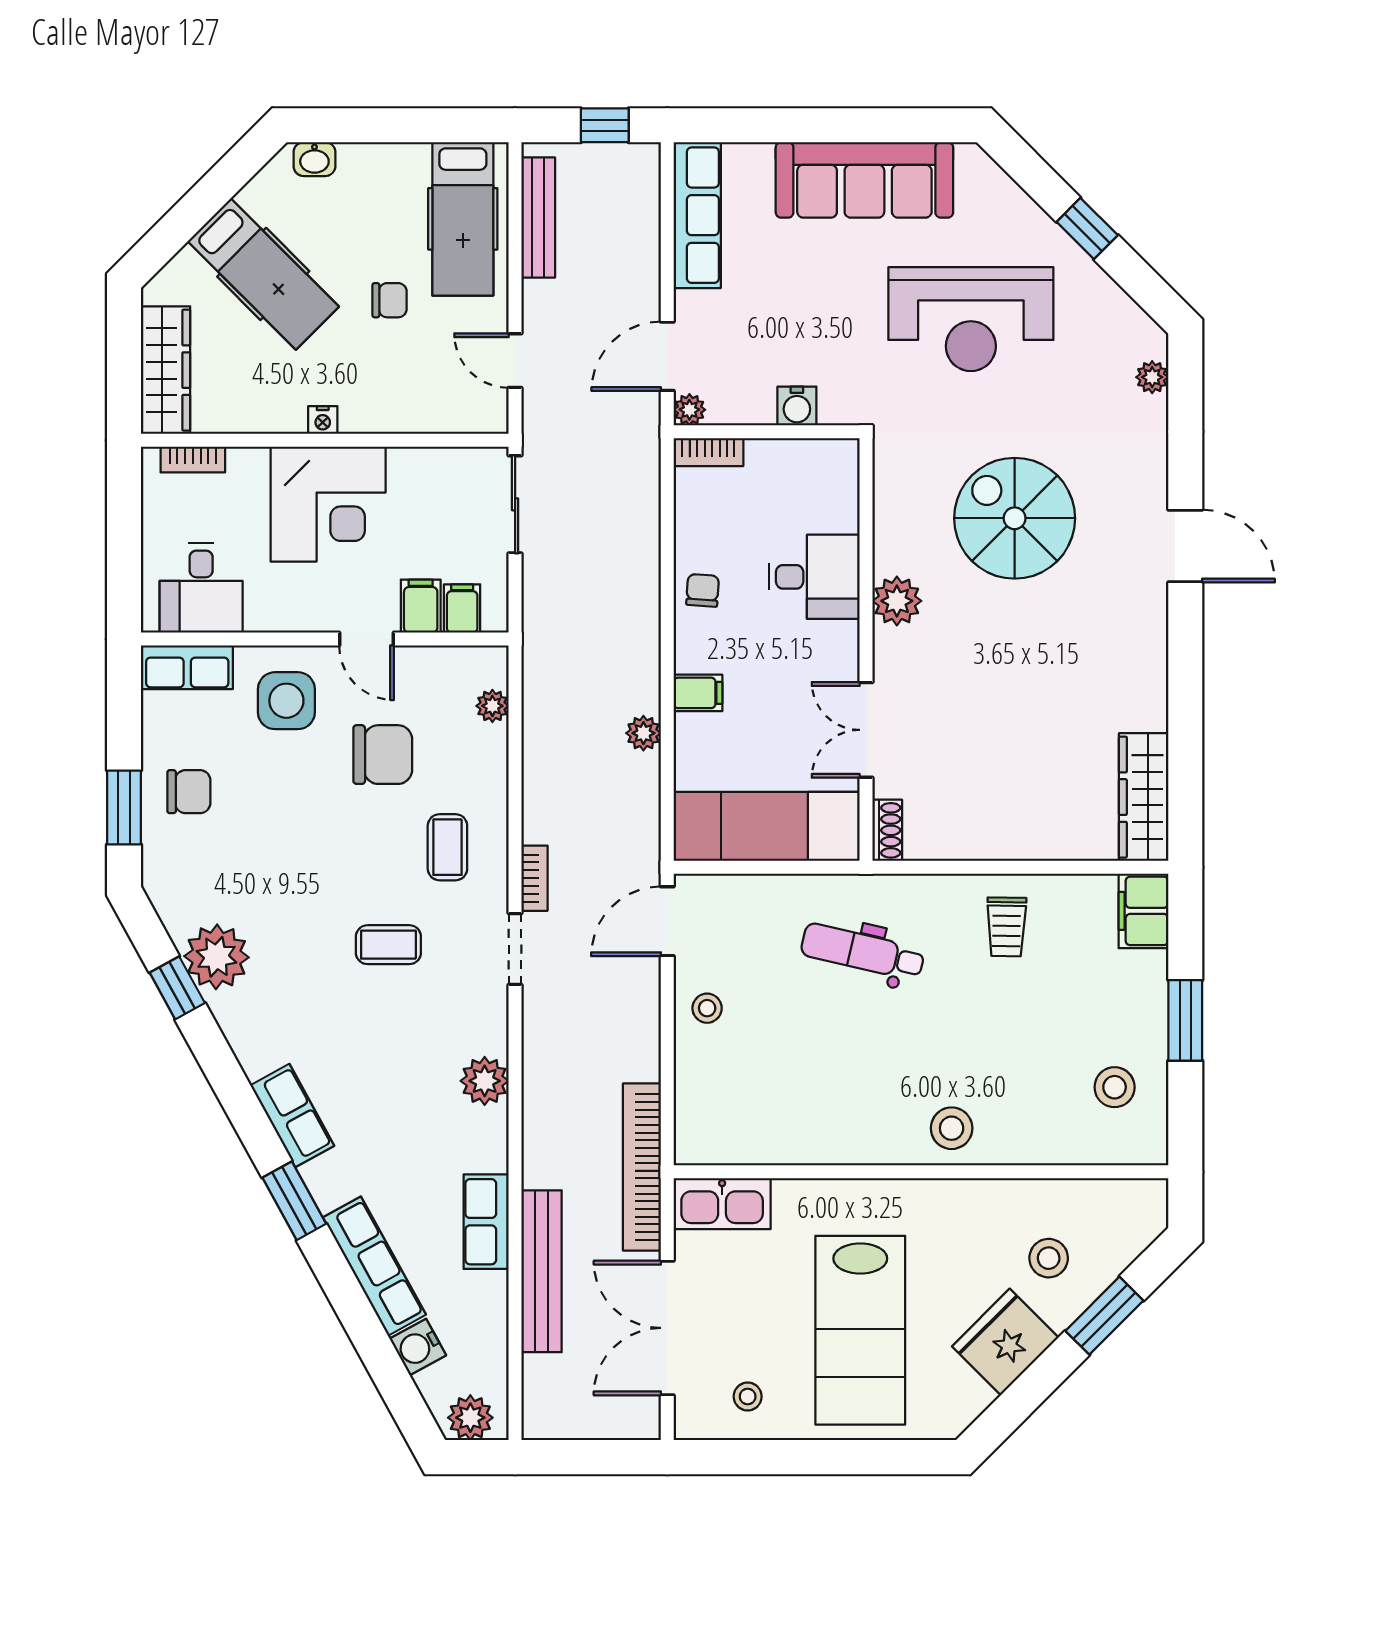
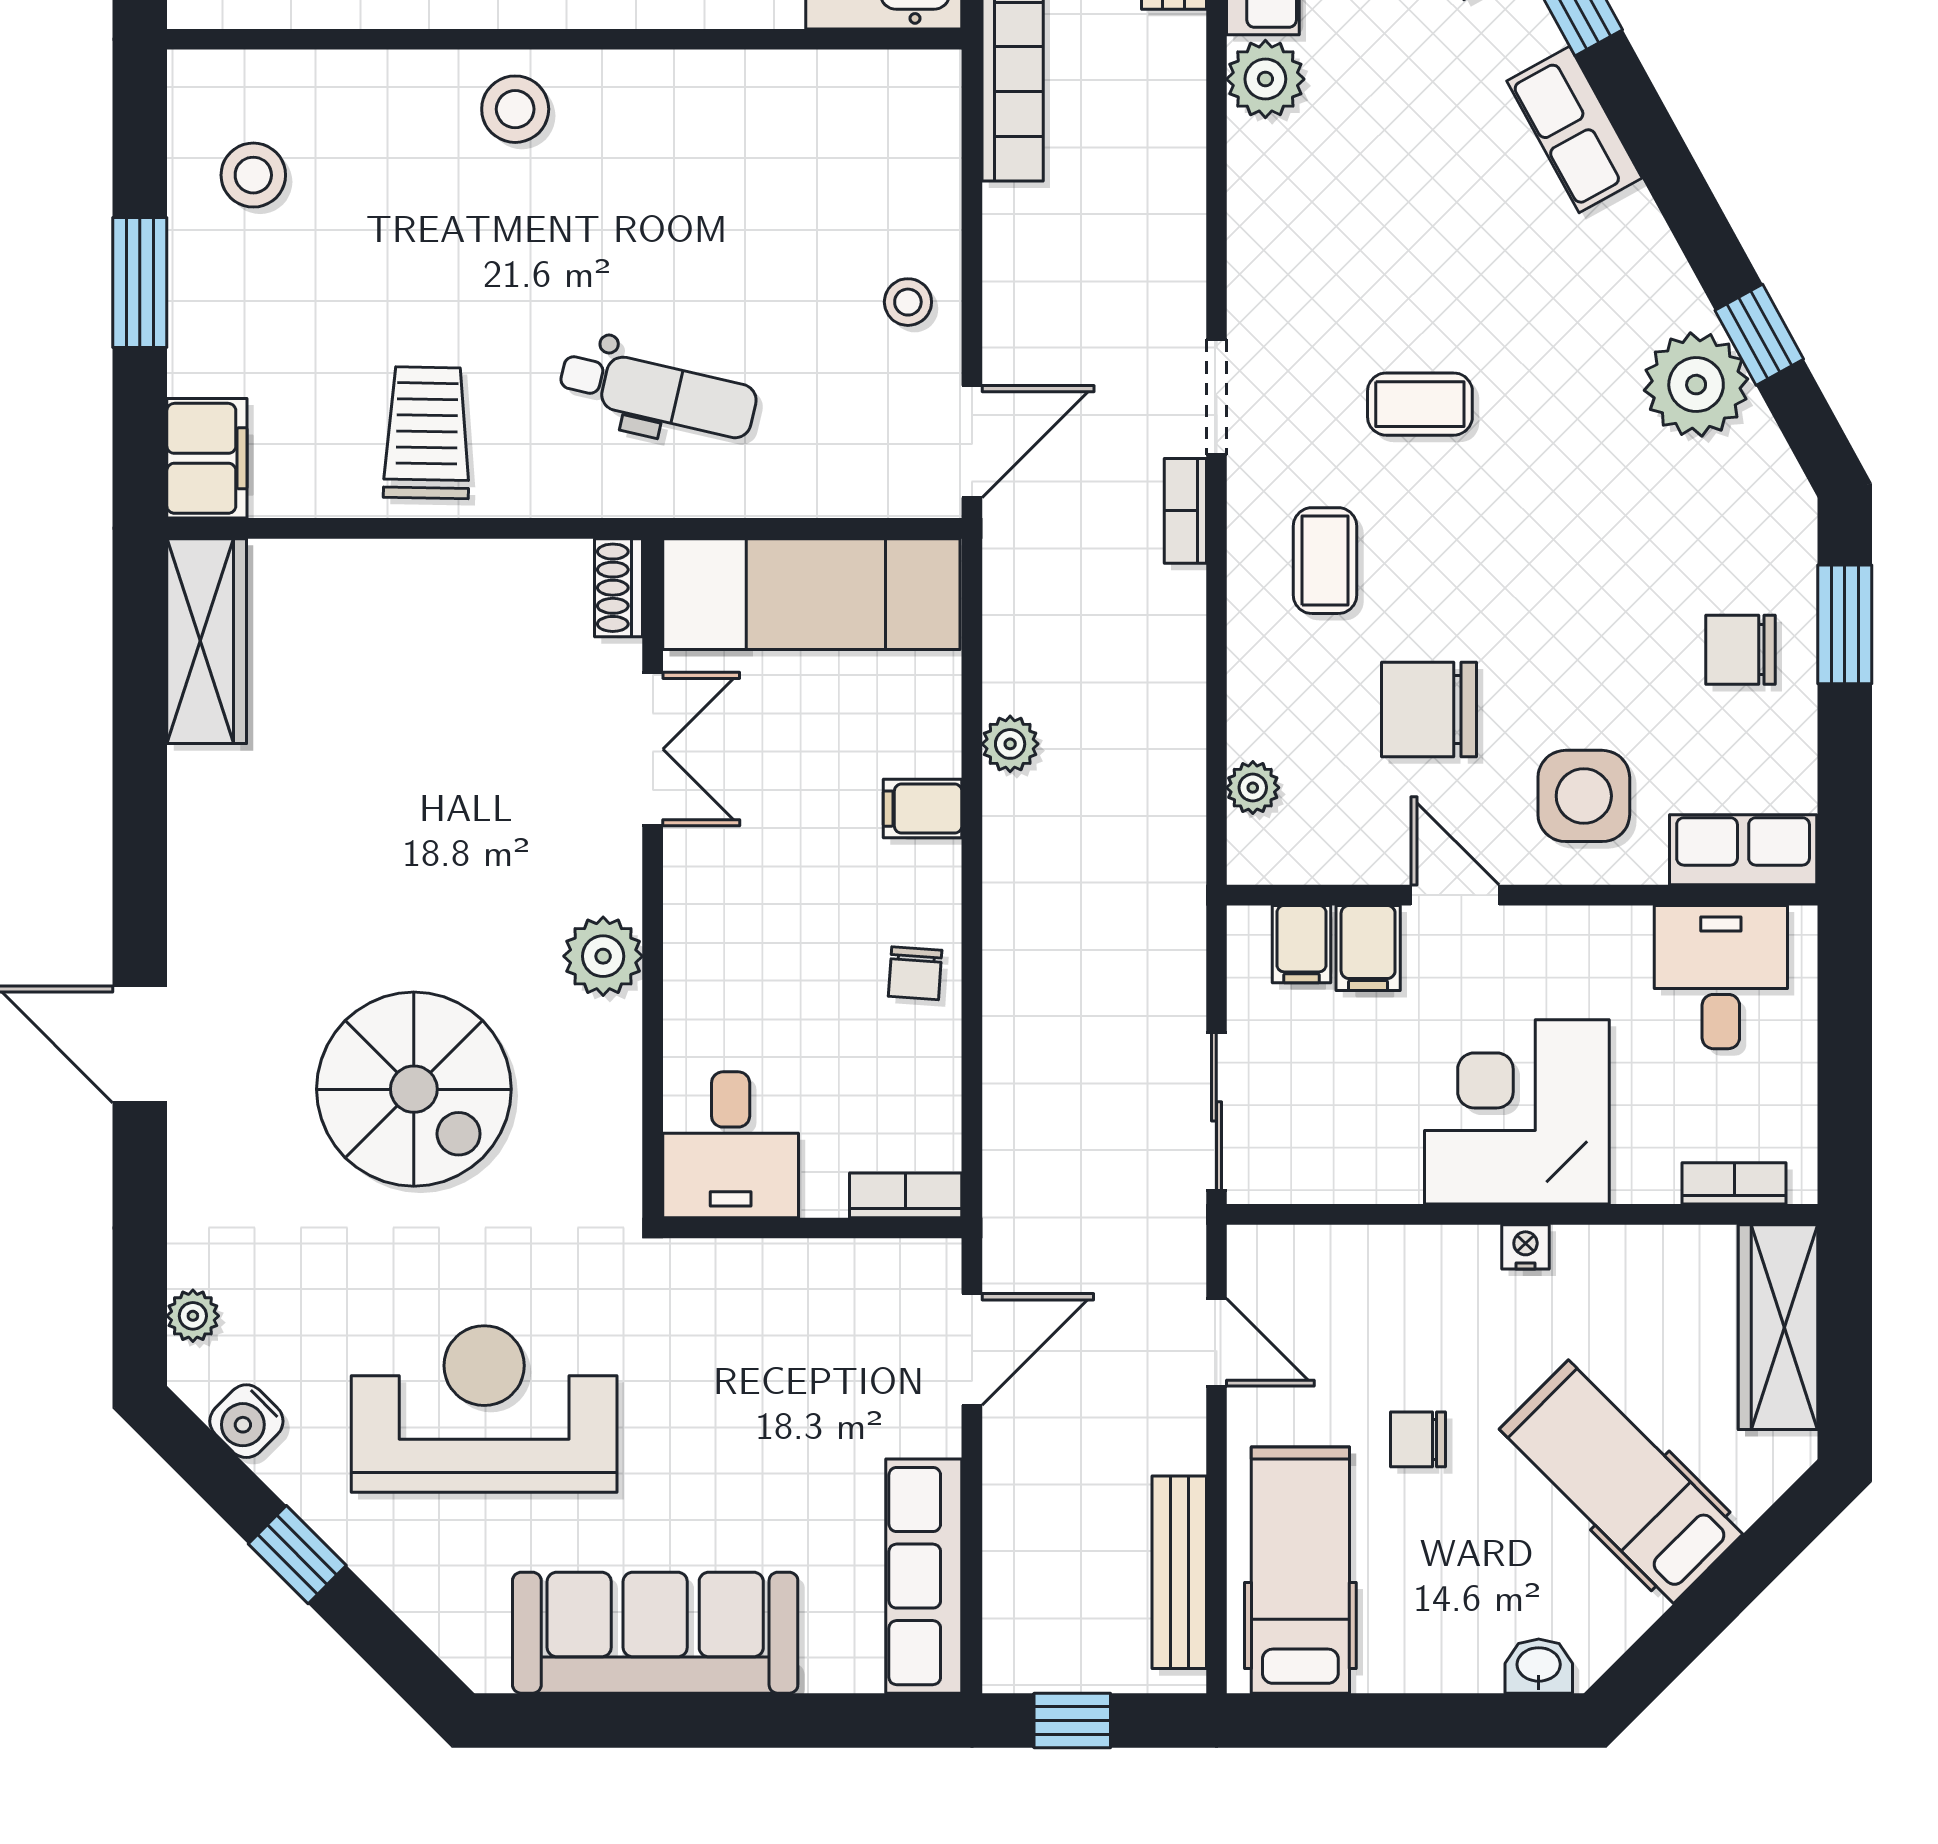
water cooler: (797, 406) -> (246, 1421), moved, turned -135
plant: (689, 410) -> (936, 1263), removed
desk: (814, 577) -> (731, 1145), moved, turned -90
trolley: (1006, 927) -> (427, 433), width x1.36, depth x1.39
plant: (485, 1081) -> (1265, 79), moved

